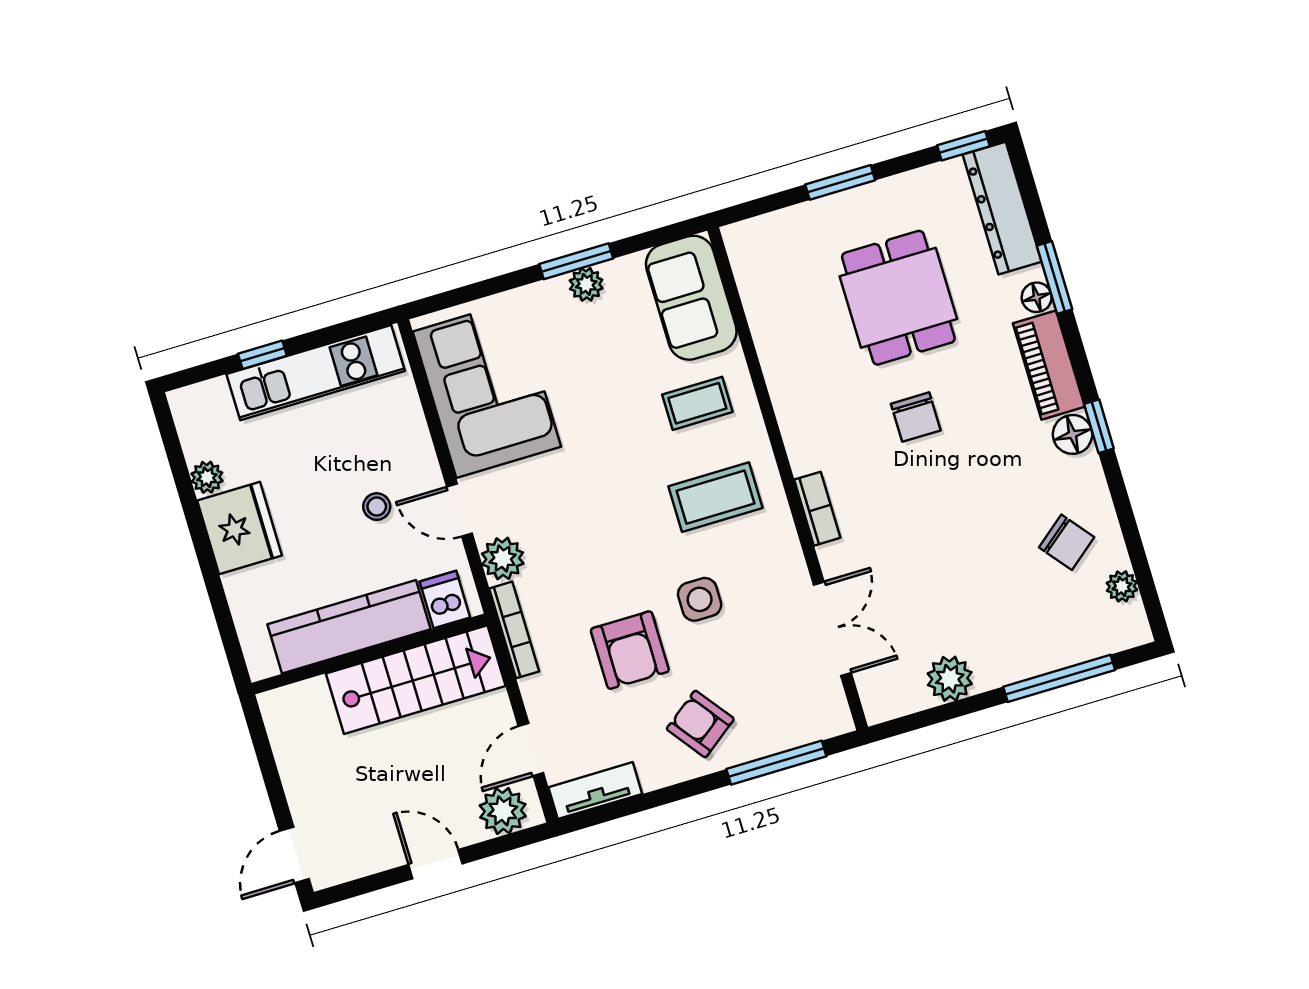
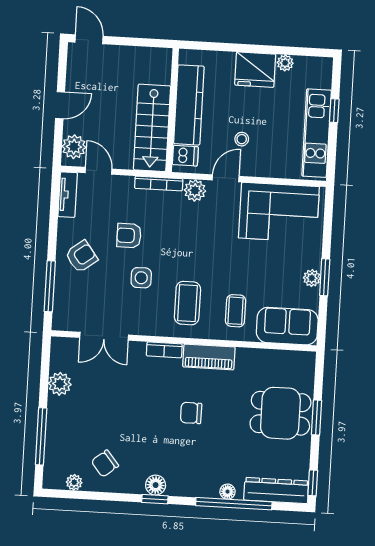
window: (1055, 277) -> (234, 504), width x2.11
dining table: (898, 298) -> (280, 413), moved
piano: (1049, 365) -> (209, 357), moved, turned 180
armchair: (630, 650) -> (129, 235), width x0.72, depth x0.72

